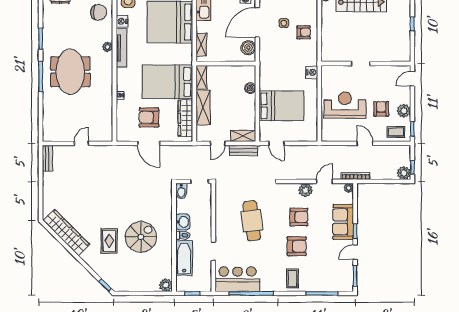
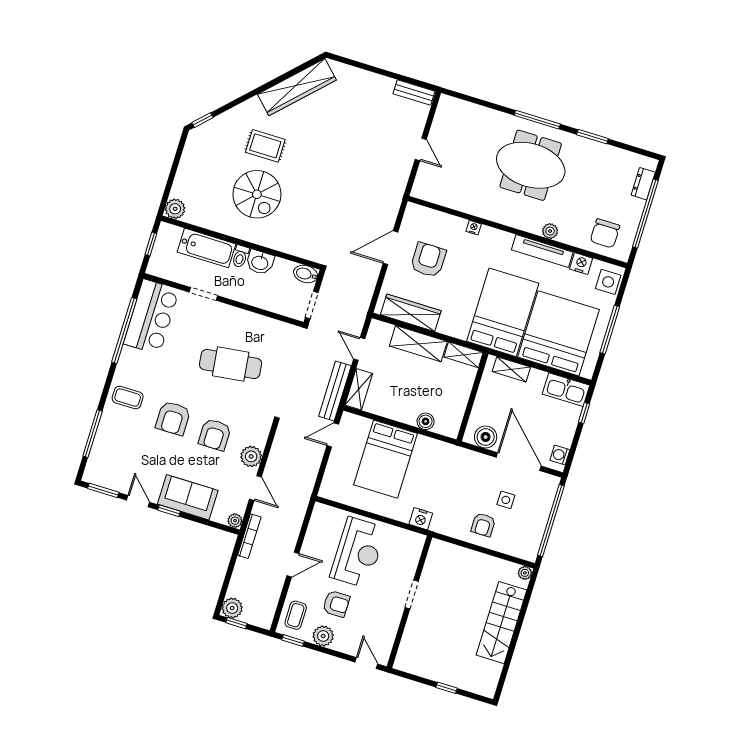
bed: (167, 82) -> (503, 312), moved
bench: (244, 150) -> (335, 391), width x1.36

